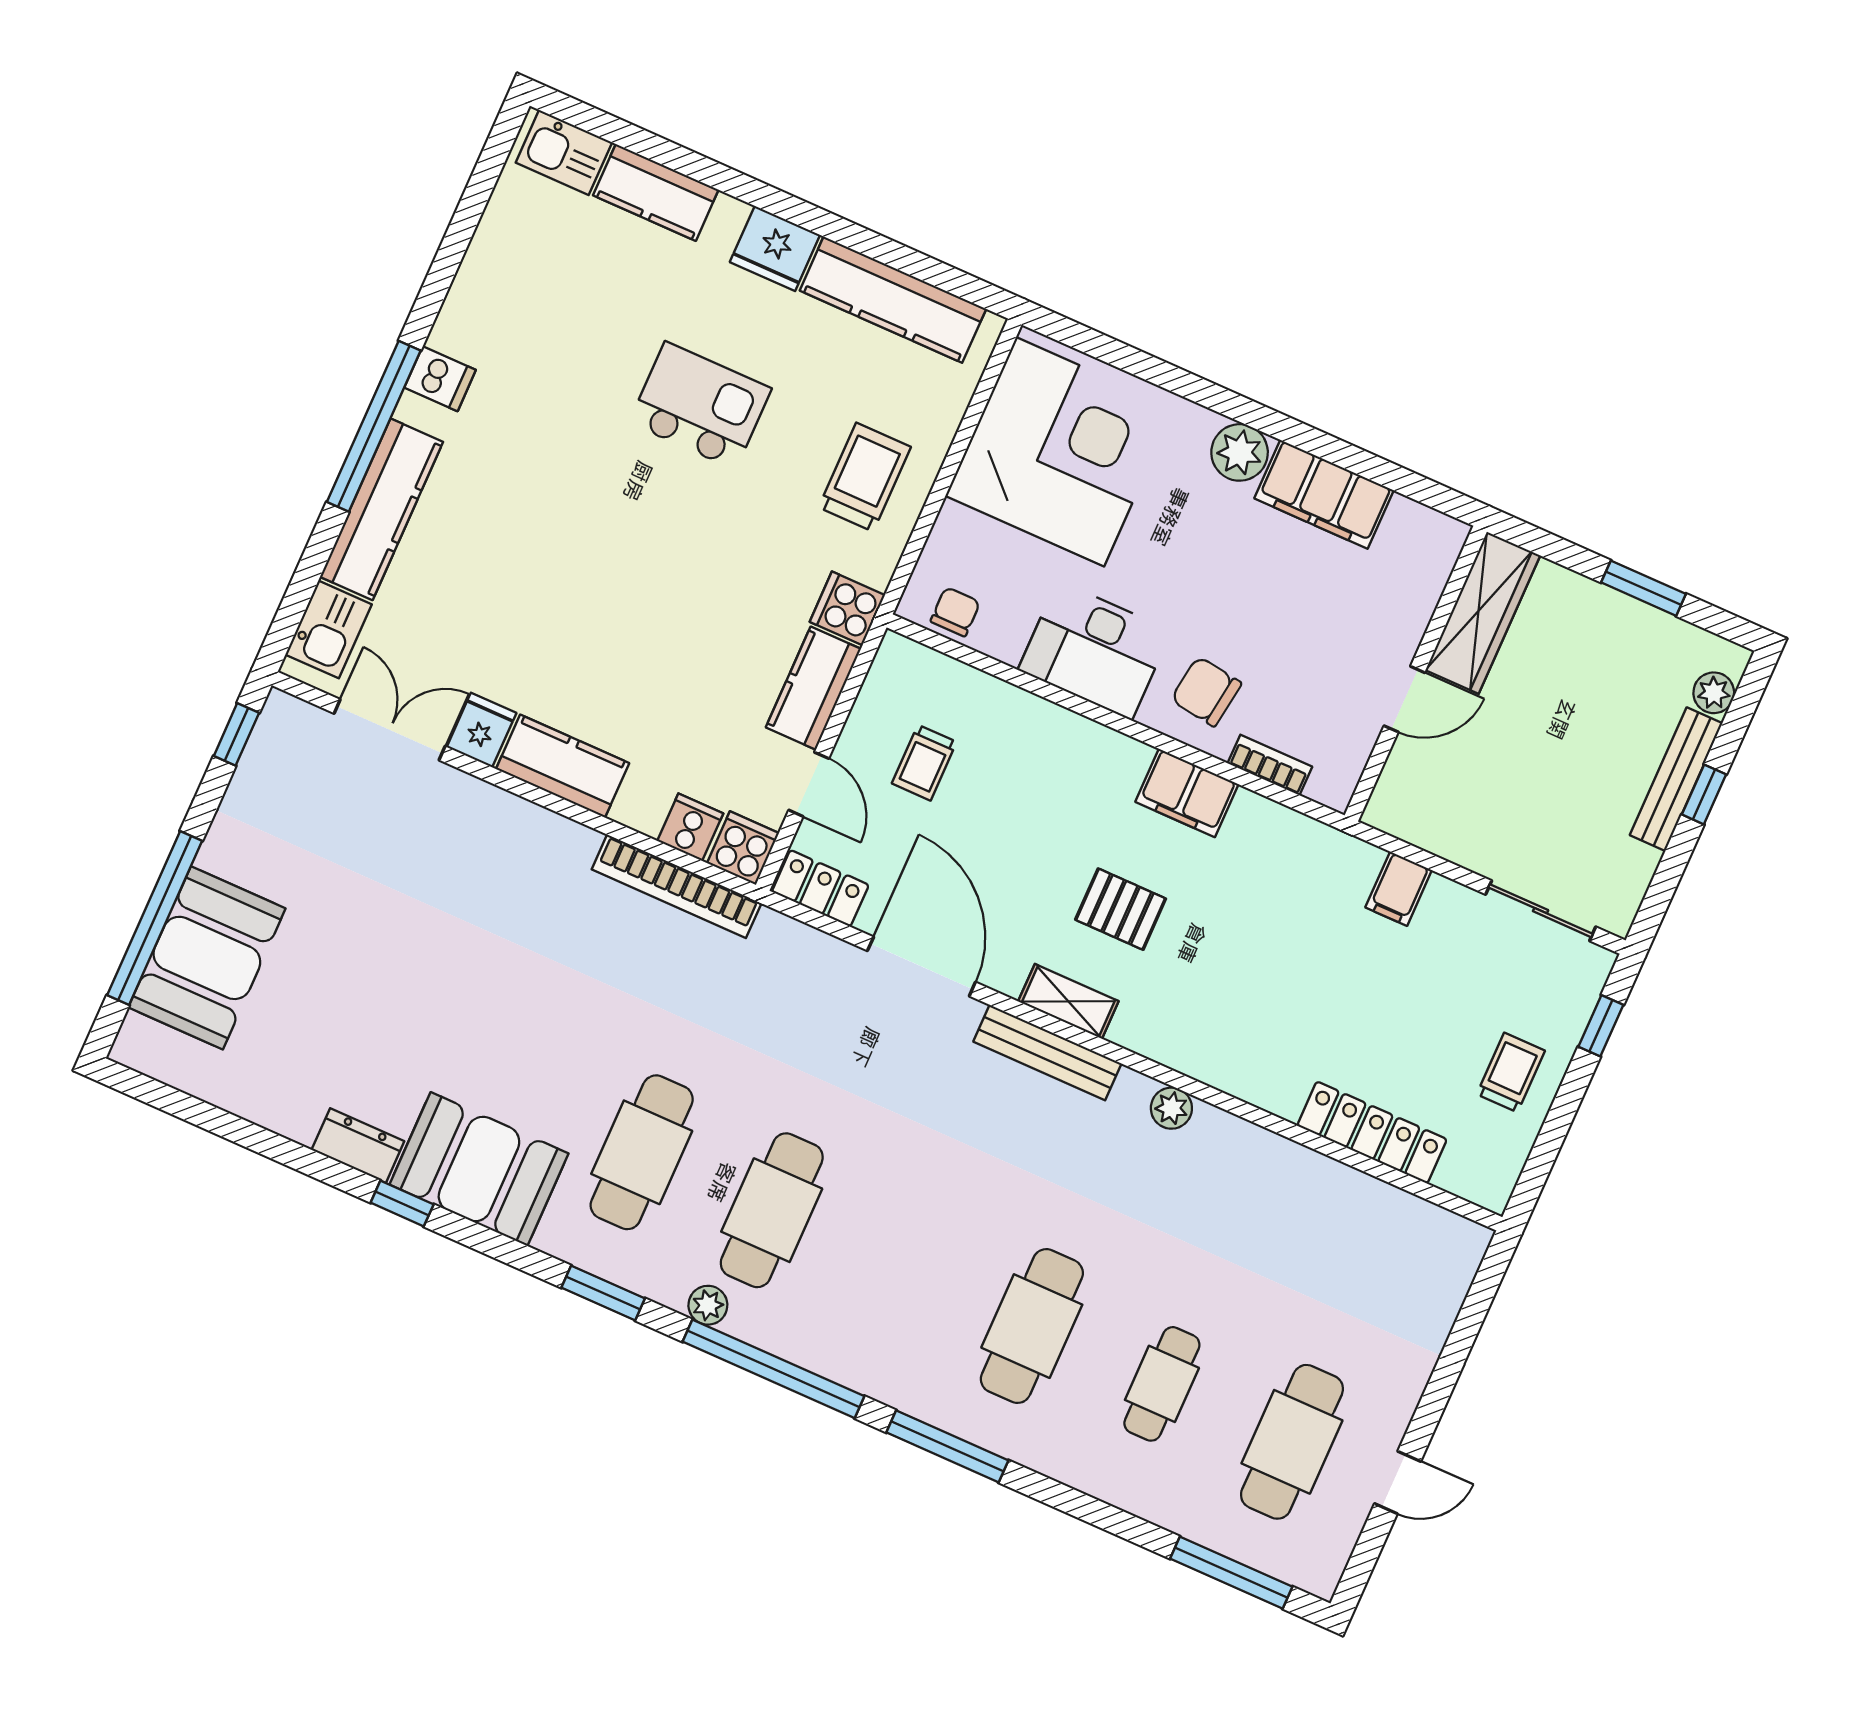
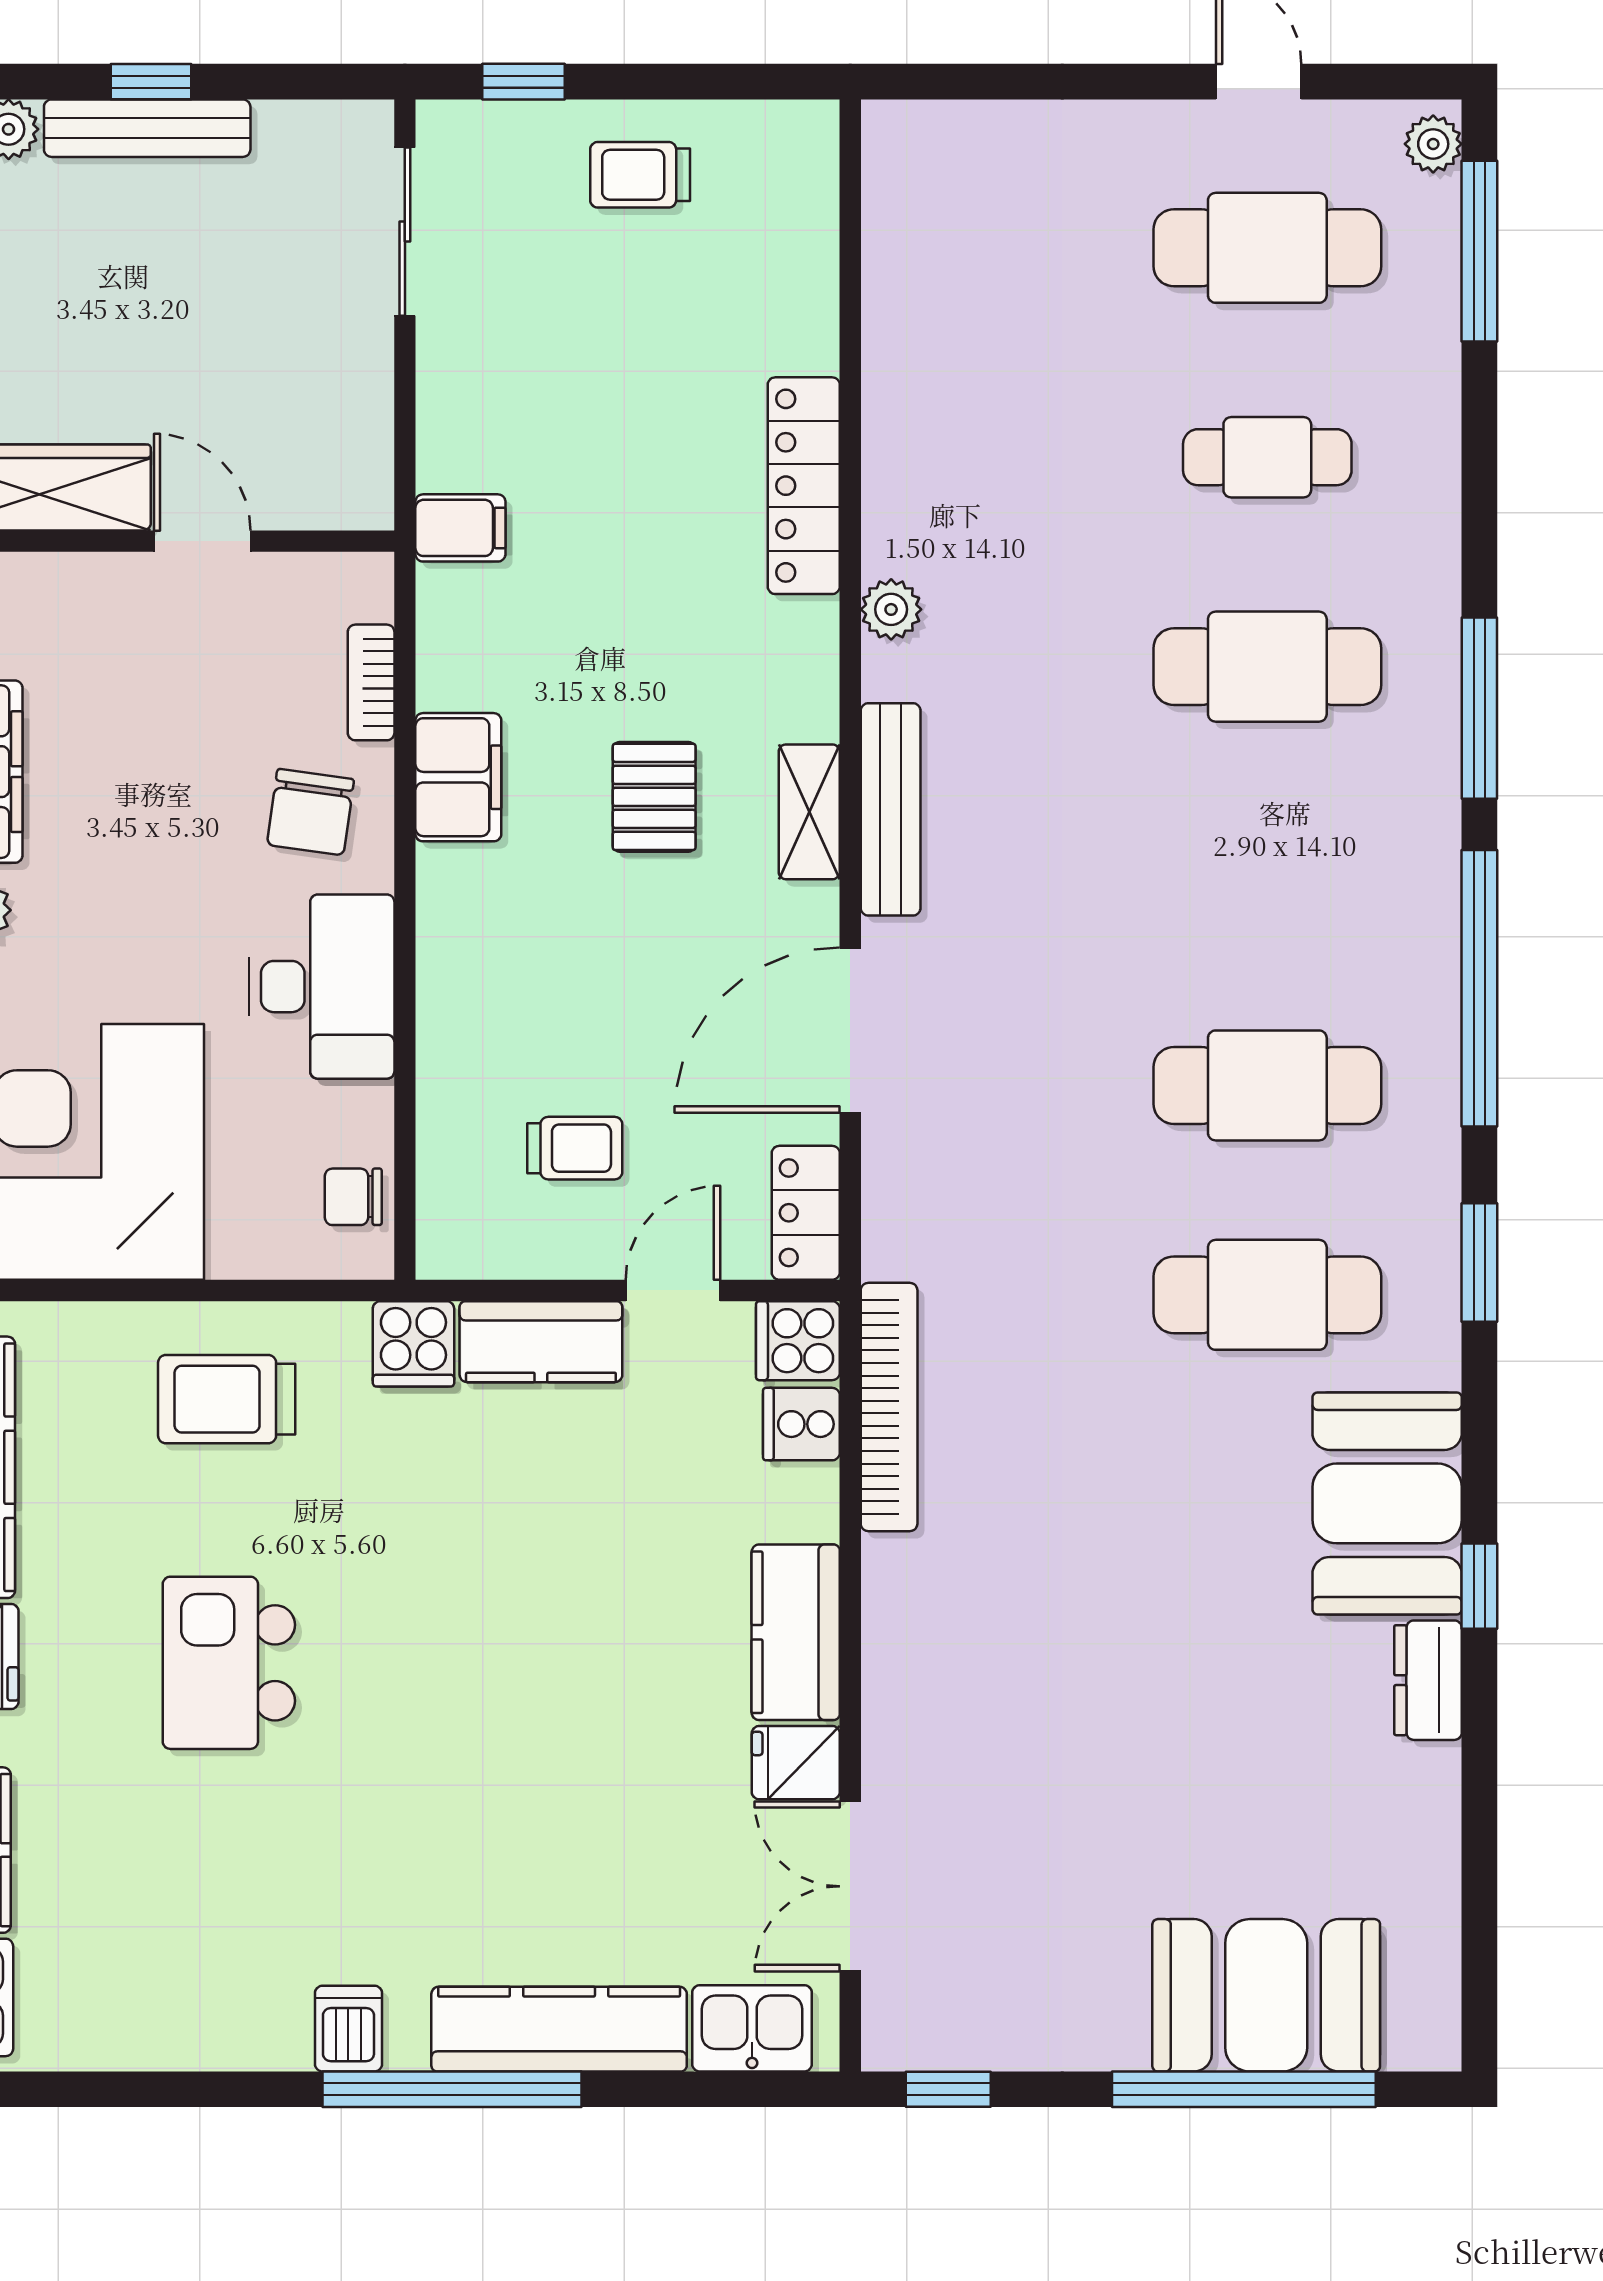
filing cabinet: (1399, 889) -> (460, 528), moved
locker: (1372, 1132) -> (804, 486), moved
plant: (708, 1305) -> (1433, 144), moved

